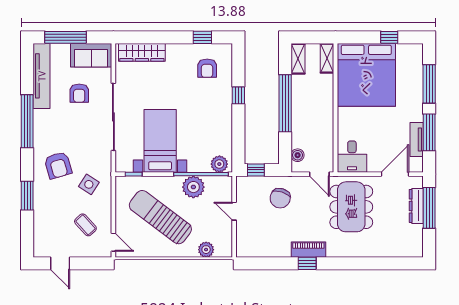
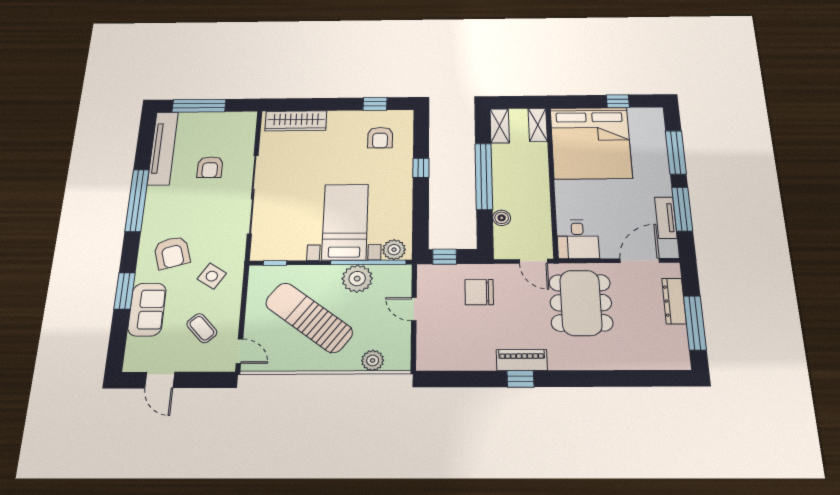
sofa: (91, 55) -> (147, 309), moved, turned -90
bed with nightstands: (160, 141) -> (345, 222), moved
boiler: (298, 155) -> (502, 218), moved
chair: (280, 198) -> (479, 292), turned 72
window: (429, 208) -> (695, 323), moved

